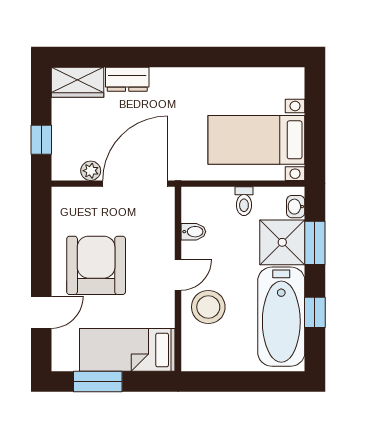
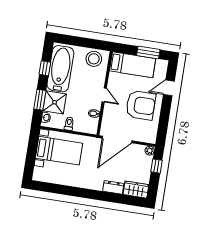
plant: (91, 171) -> (150, 151), moved
armchair: (96, 265) -> (141, 105), turned -90
door: (178, 275) -> (104, 95), swing flipped
stool: (208, 307) -> (94, 59), moved

